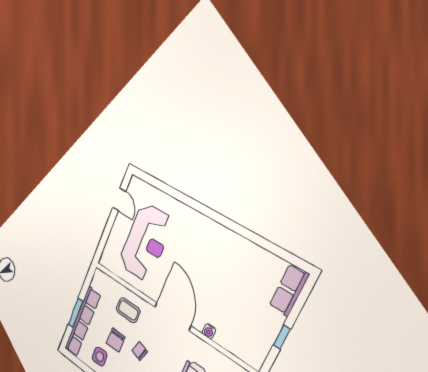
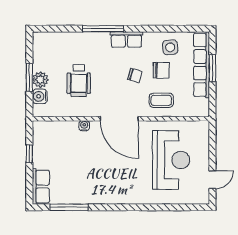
door: (119, 199) -> (212, 180), swing flipped
reception desk: (146, 242) -> (171, 160), turned 180
window: (270, 247) -> (69, 207), added
chair: (116, 340) -> (161, 70), turned 90

